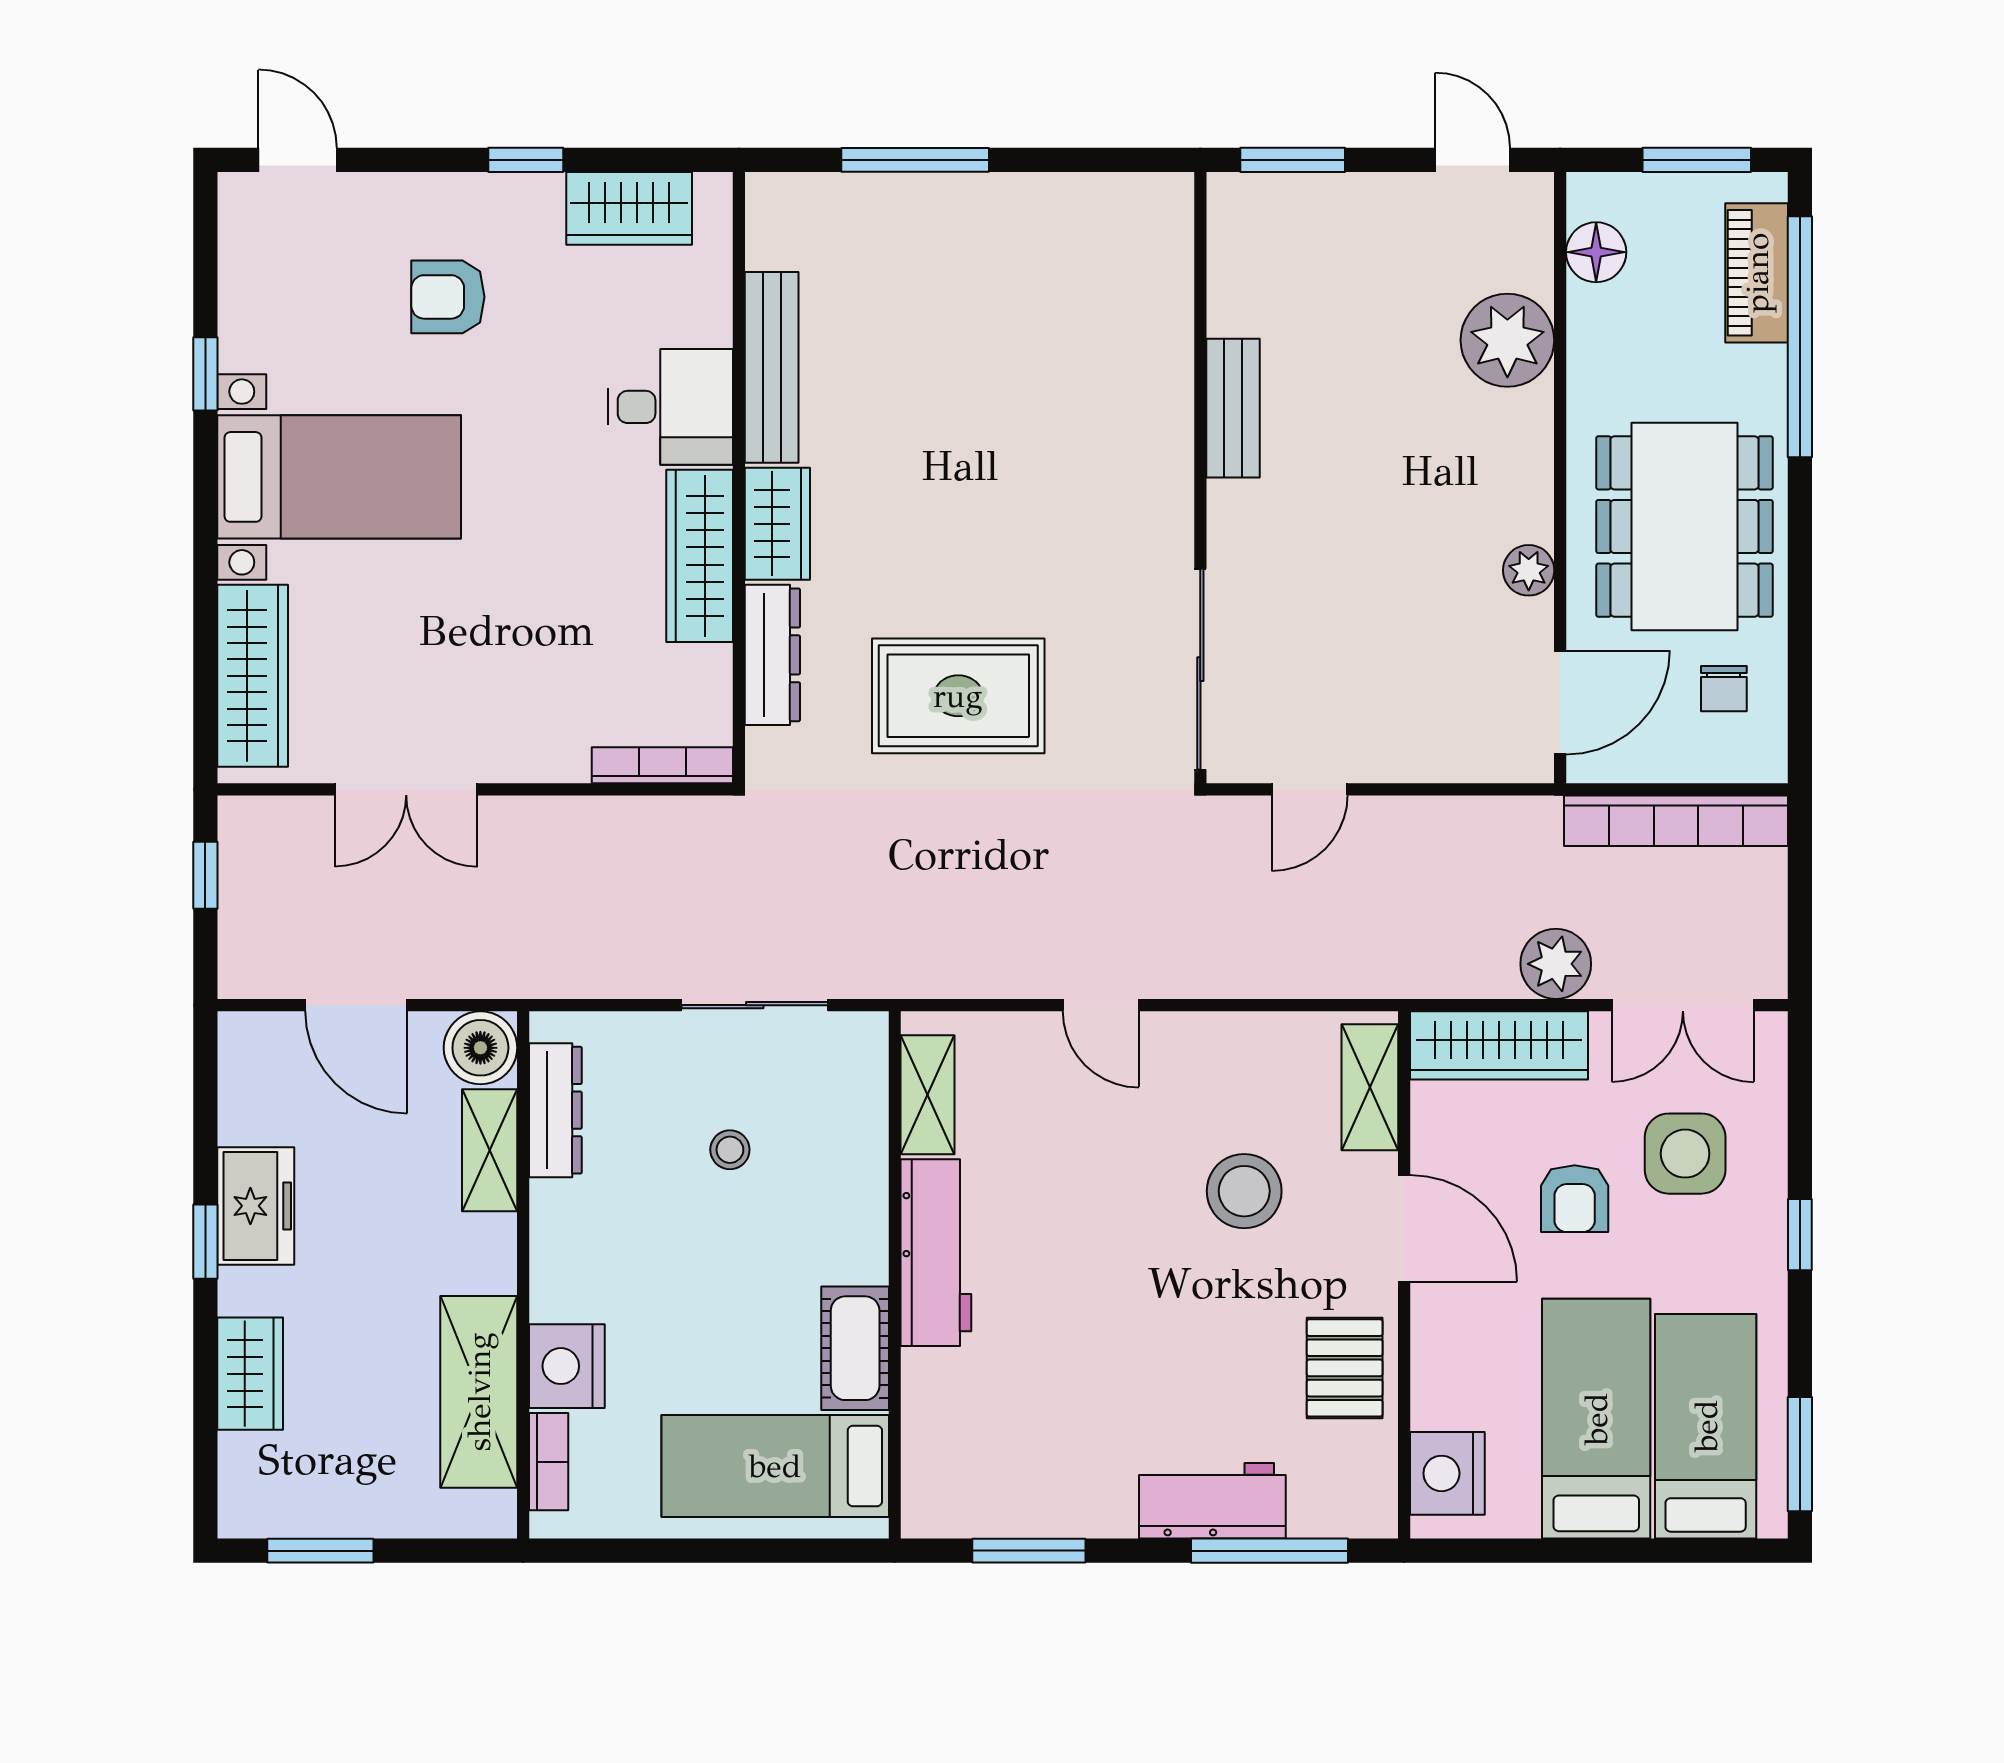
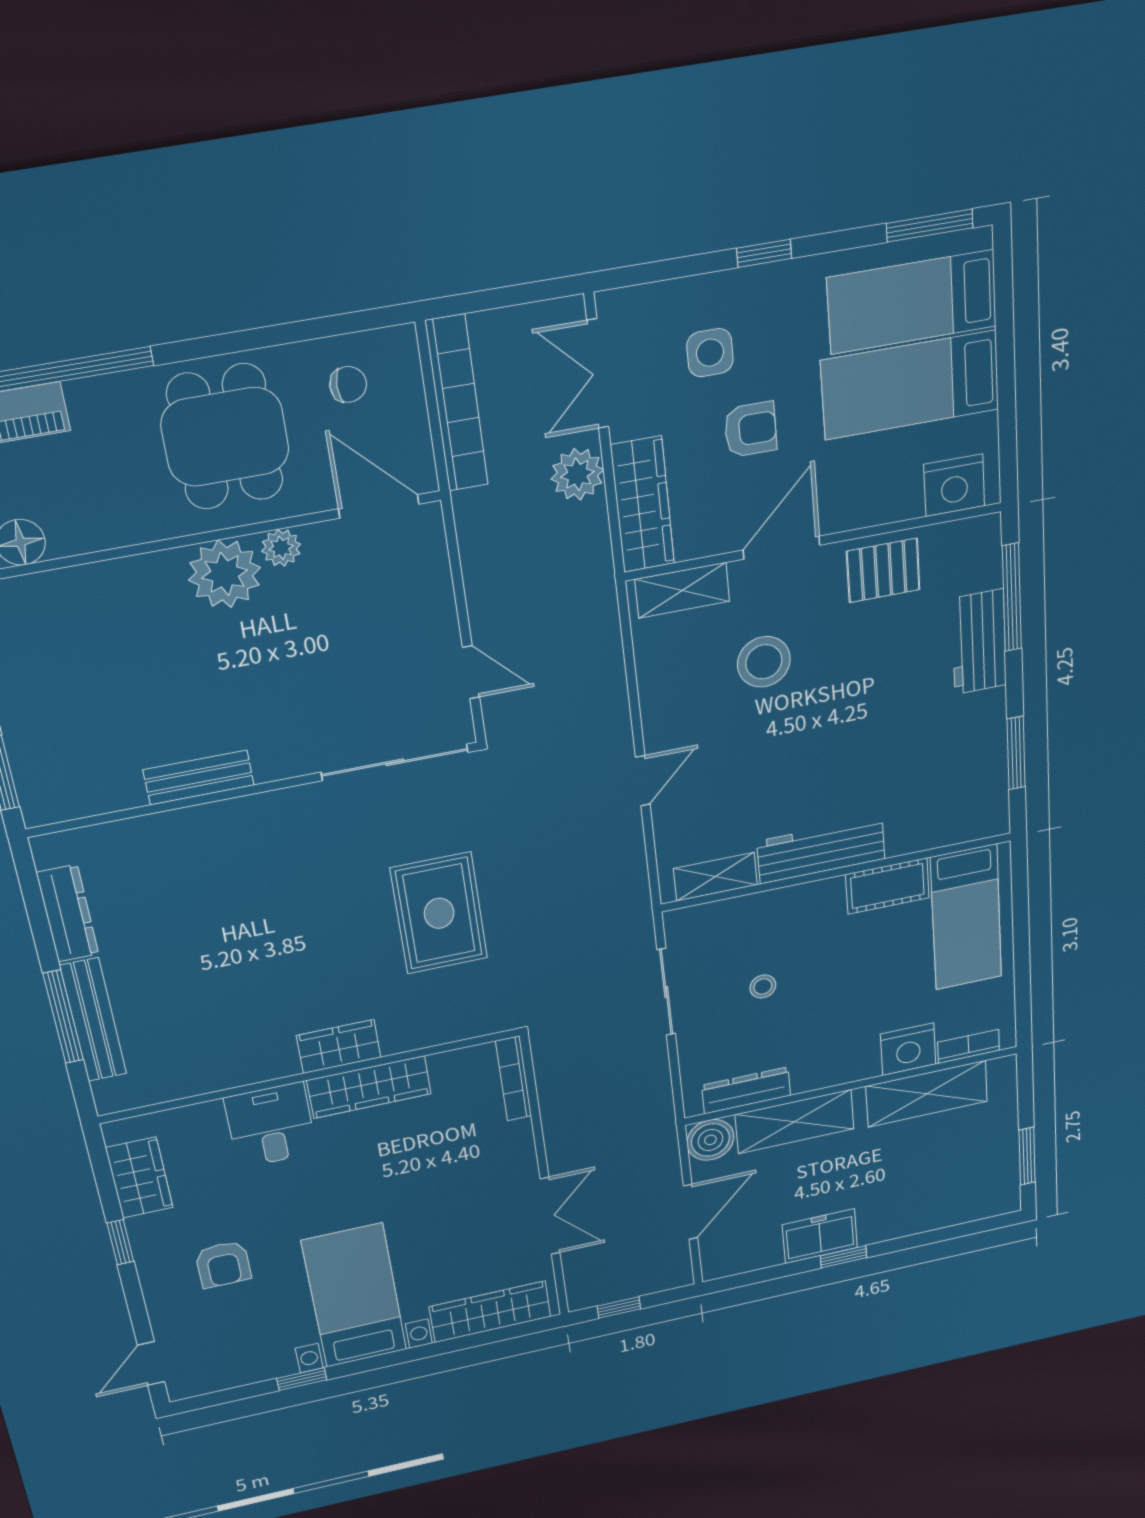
plant: (1507, 340) -> (225, 574), moved
bench: (772, 367) -> (93, 1020), moved, turned 90
dining table: (1684, 526) -> (225, 437), width x0.73
dresser: (772, 655) -> (68, 913), moved, turned 90
double door: (1683, 1005) -> (598, 374), swing flipped
shelving: (490, 1150) -> (795, 1122), width x1.50, depth x1.33
side table: (1685, 1154) -> (710, 353), width x0.73, depth x0.73
wardrobe: (250, 1374) -> (922, 1216), removed

